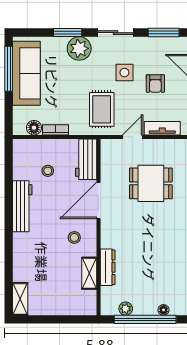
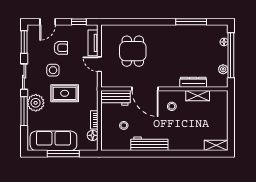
window: (68, 33) -> (24, 111), width x1.44
window: (9, 69) -> (63, 154), moved
rug: (102, 109) -> (65, 93), moved

